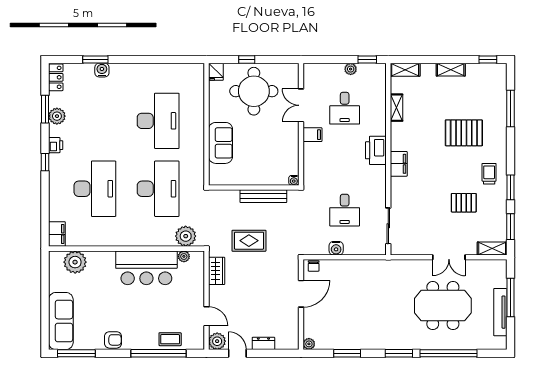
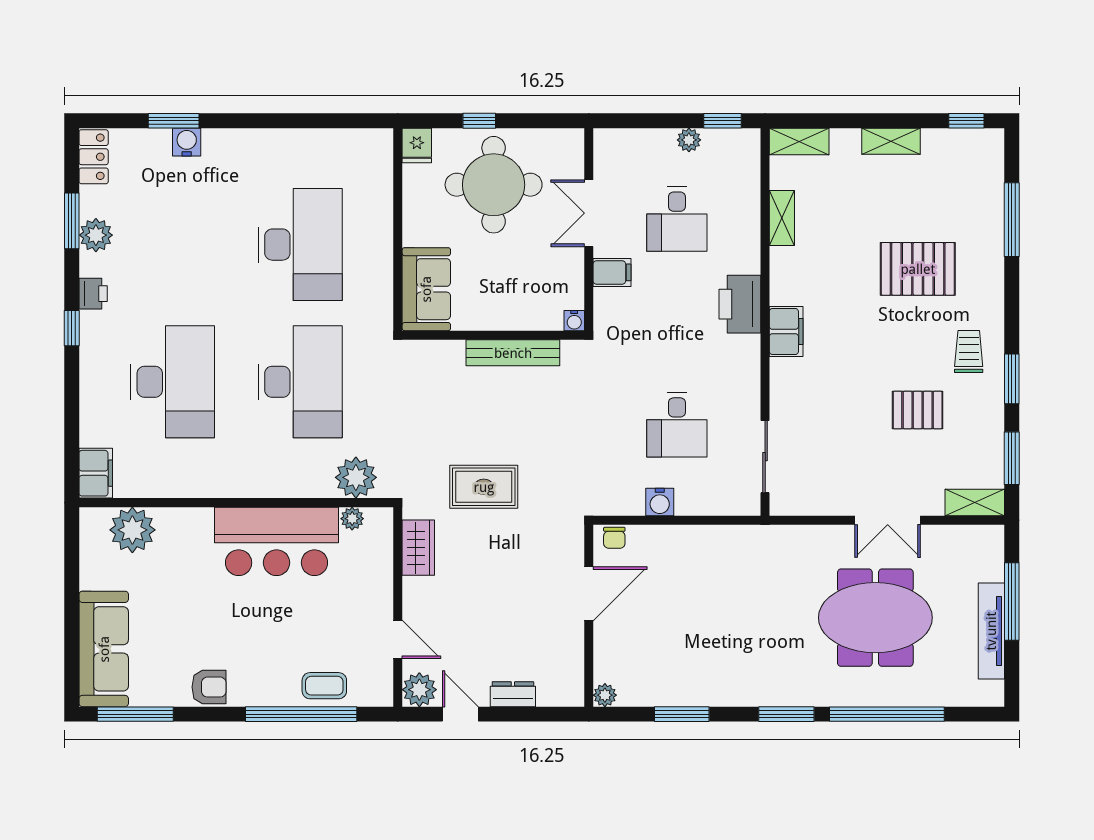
water cooler: (294, 180) -> (574, 321), moved
wall: (254, 187) -> (493, 335), moved
bench: (263, 196) -> (513, 353), moved

